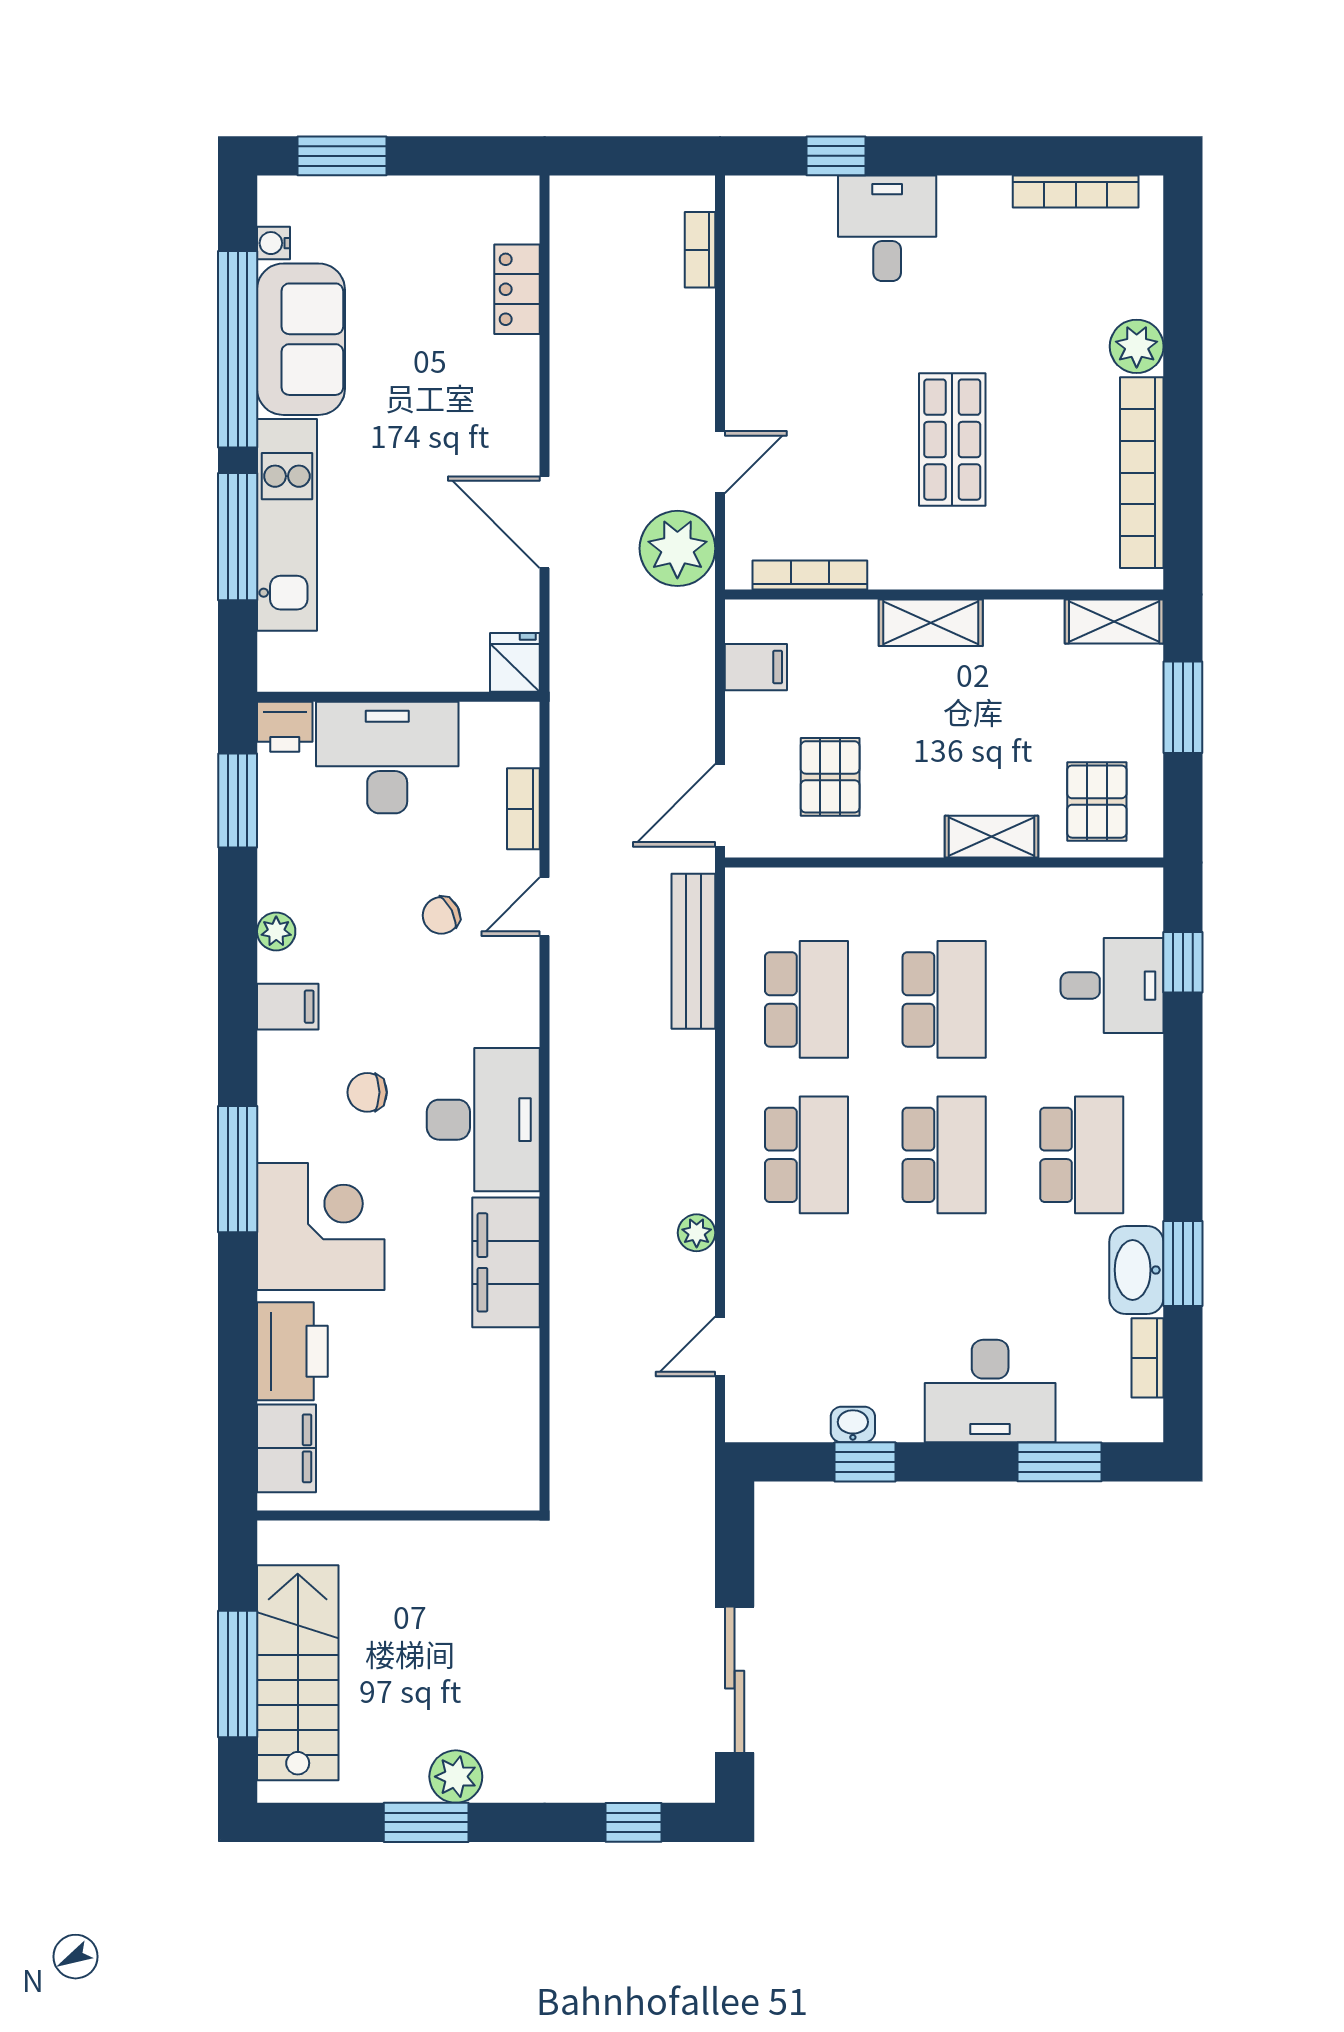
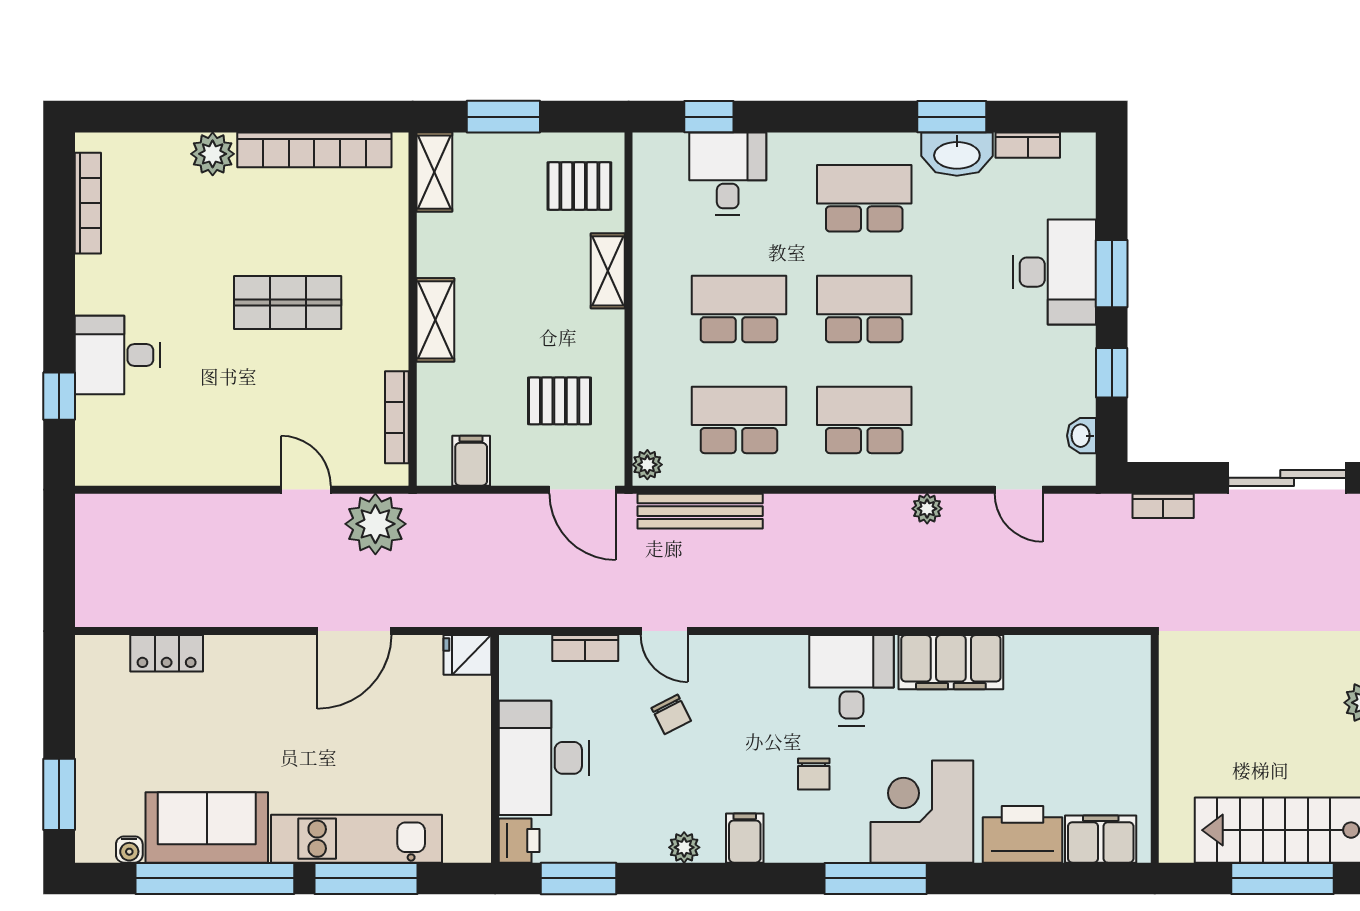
bookcase: (700, 250) -> (1163, 506), moved
plant: (751, 886) -> (647, 465), added
desk: (483, 1120) -> (852, 680), width x0.73
washbasin: (853, 1424) -> (1081, 436), moved
window: (1060, 1462) -> (1112, 274), moved

